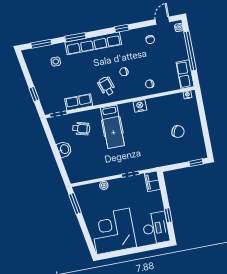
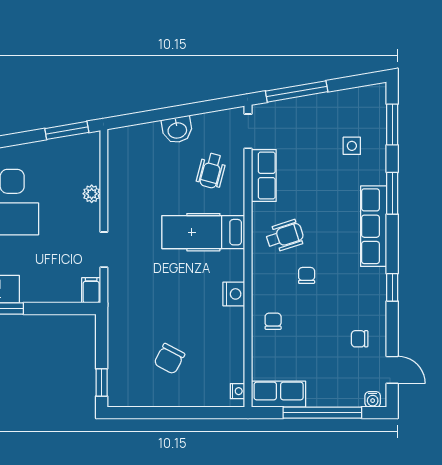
row of seats: (93, 43) -> (374, 226), width x0.73
window: (34, 94) -> (297, 91), width x2.17
filing cabinet: (152, 181) -> (91, 290), width x0.50

